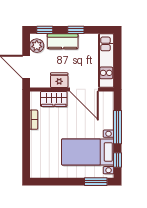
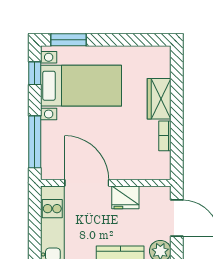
wardrobe: (54, 99) -> (159, 99), moved, turned -90
window: (118, 127) -> (35, 142), moved

